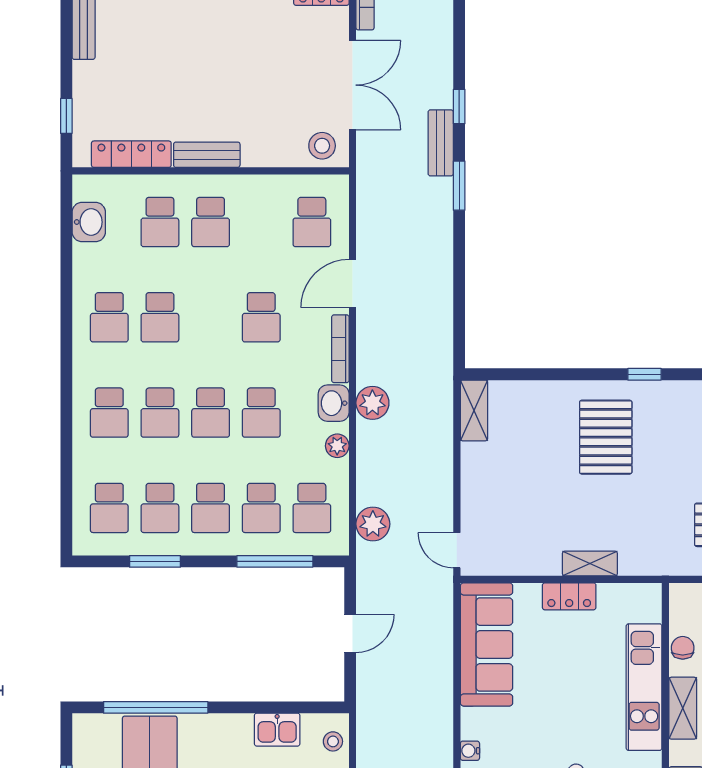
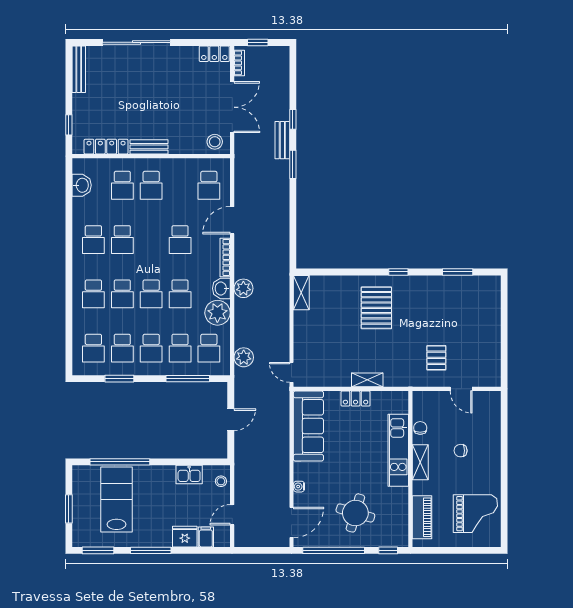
plant: (337, 446) -> (217, 313), width x1.88, depth x1.88

